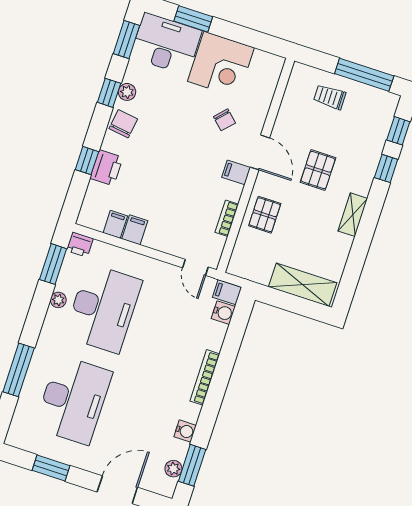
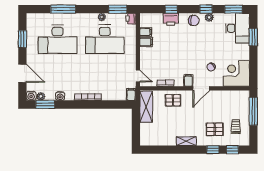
corner desk: (221, 64) -> (236, 73), moved, turned 90
window: (364, 75) -> (253, 111), moved
trolley: (330, 97) -> (236, 127), moved
pallet: (318, 170) -> (215, 129), moved
door: (195, 267) -> (138, 76), swing flipped
shelving: (303, 285) -> (146, 107), moved
water cooler: (223, 313) -> (31, 96), moved

